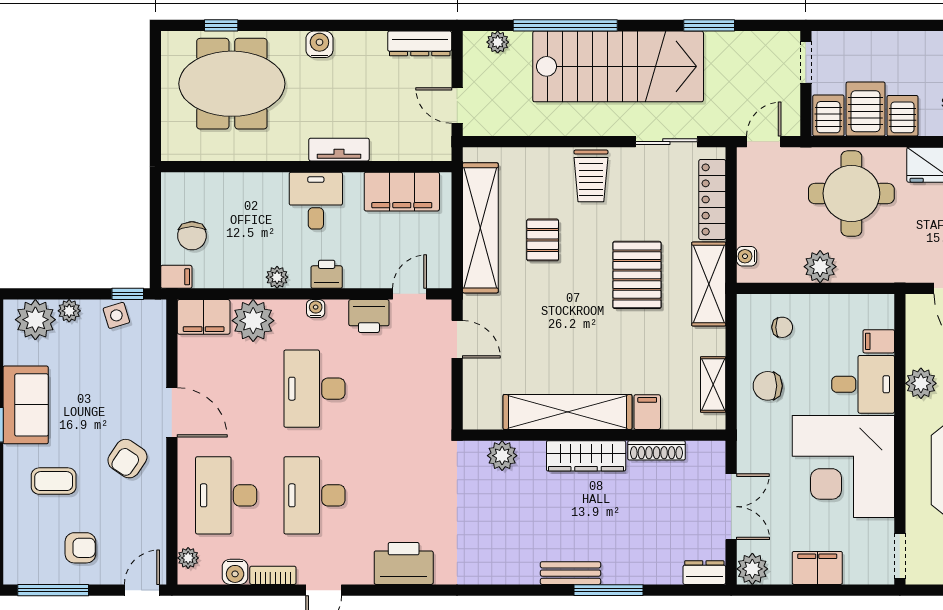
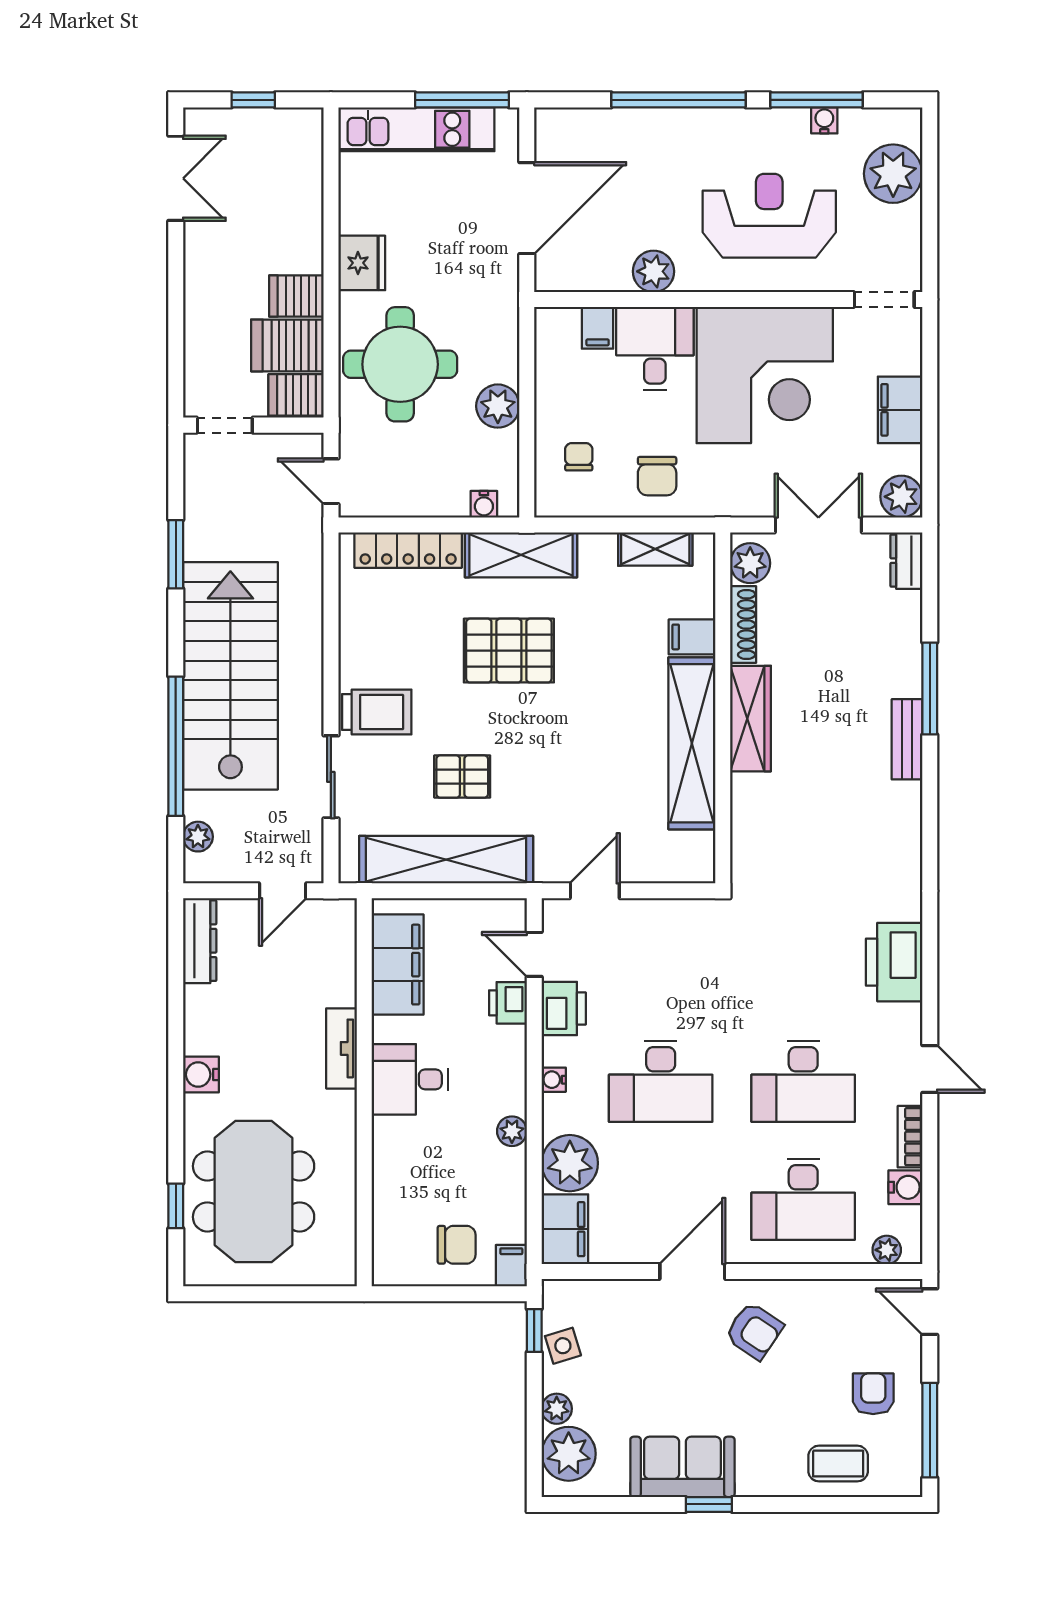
sliding door: (666, 142) -> (331, 777), moved
printer: (327, 274) -> (508, 1003), moved
plant: (502, 456) -> (750, 563), moved
coffee table: (54, 481) -> (838, 1464), moved, turned 90

